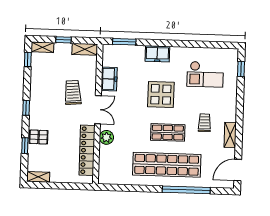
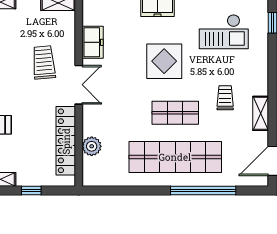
plant: (106, 137) -> (92, 146), moved
window: (61, 186) -> (31, 190), added

